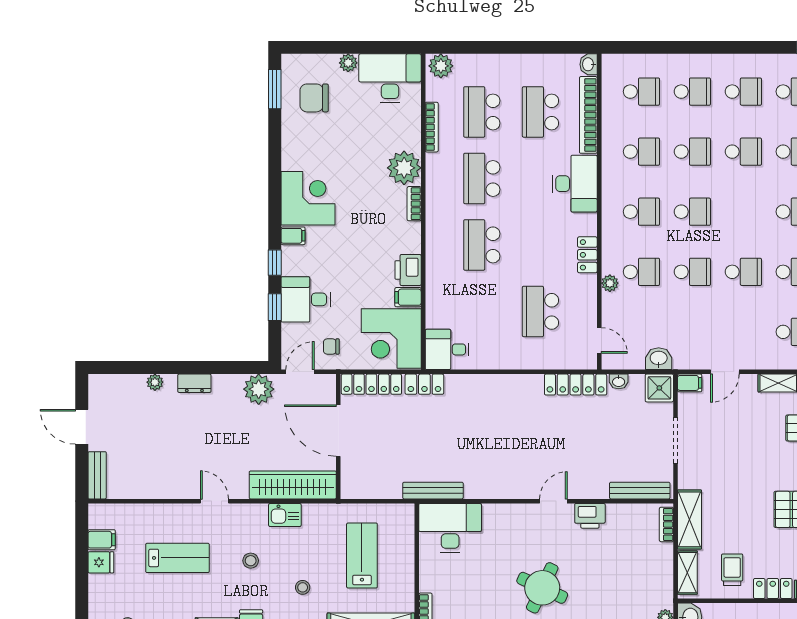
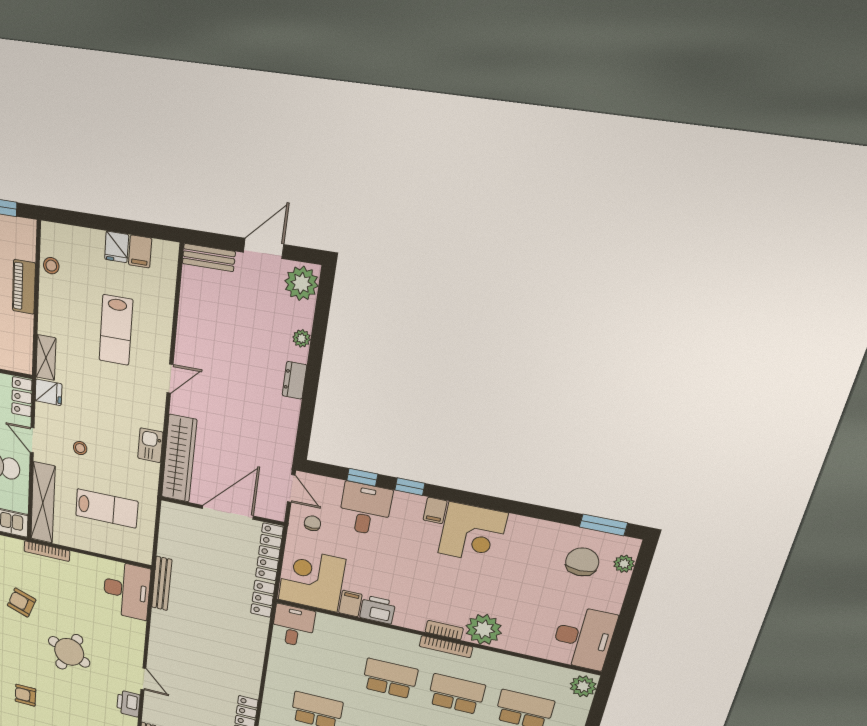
plant: (348, 63) -> (624, 564), moved
bookcase: (432, 127) -> (446, 647), moved
plant: (259, 389) -> (301, 283), moved
stool: (251, 561) -> (108, 403), removed

